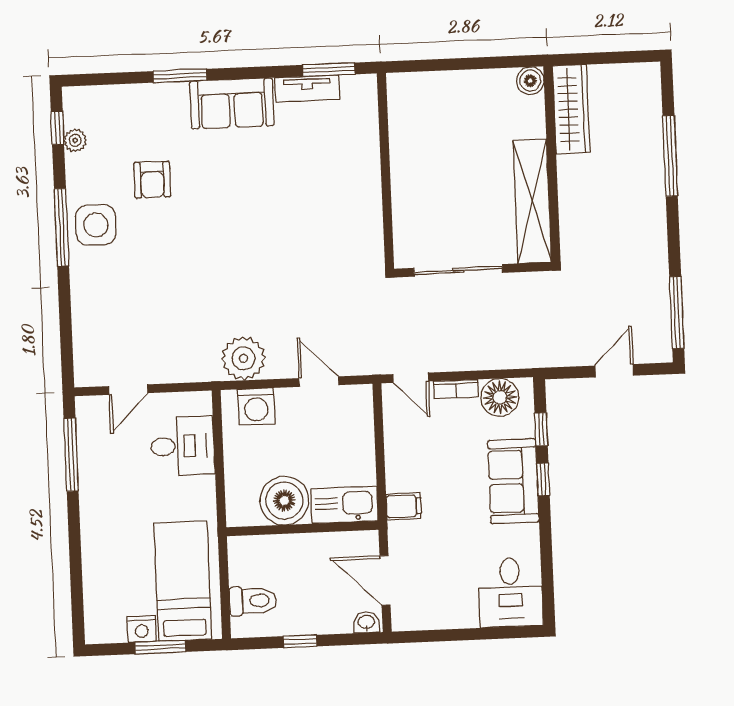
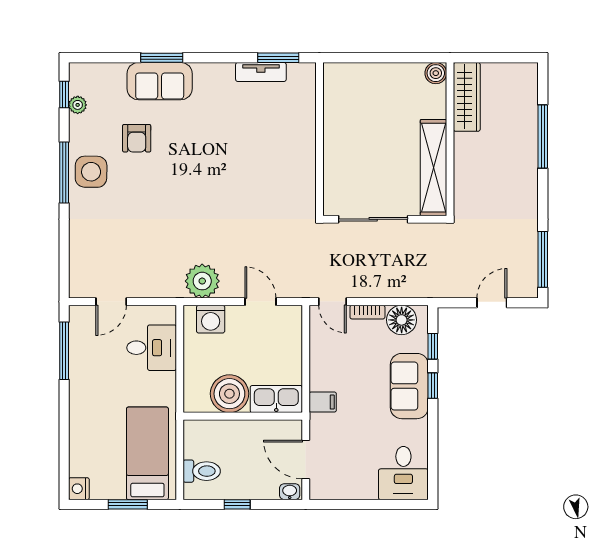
sofa: (232, 103) -> (160, 81), moved
nightstand: (142, 629) -> (79, 489), moved, turned 90

